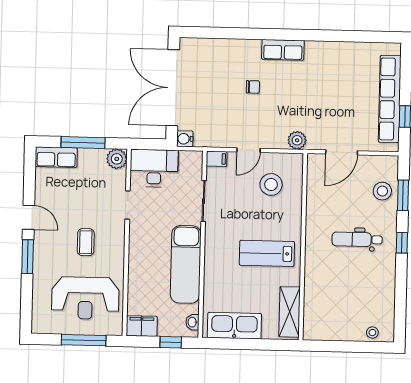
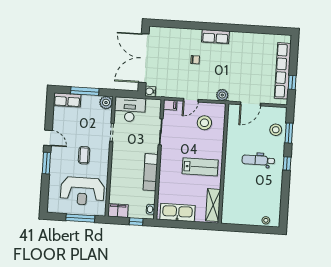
lab bench: (267, 253) -> (200, 167), turned 180
exam couch: (186, 264) -> (151, 172), width x0.73, depth x0.69

